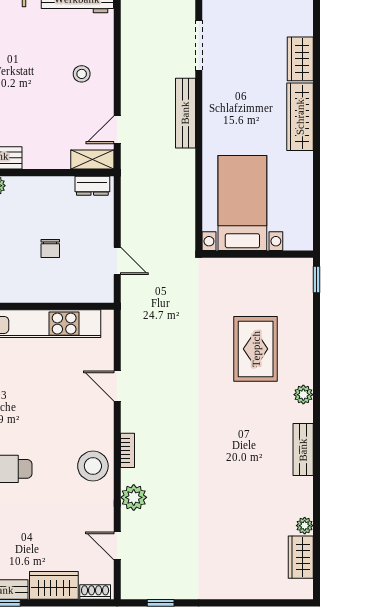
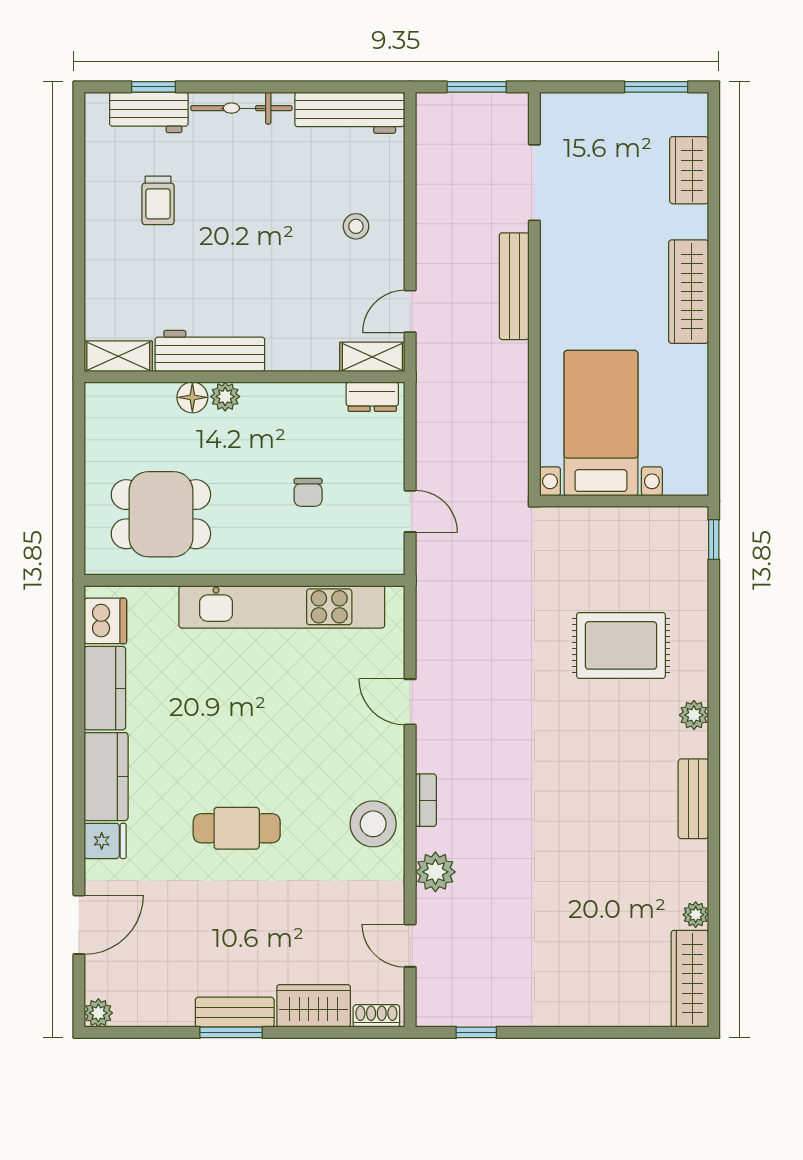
wardrobe: (300, 59) -> (689, 170), moved
rug: (256, 349) -> (621, 645), turned 90
wardrobe: (301, 557) -> (690, 979), width x1.50

